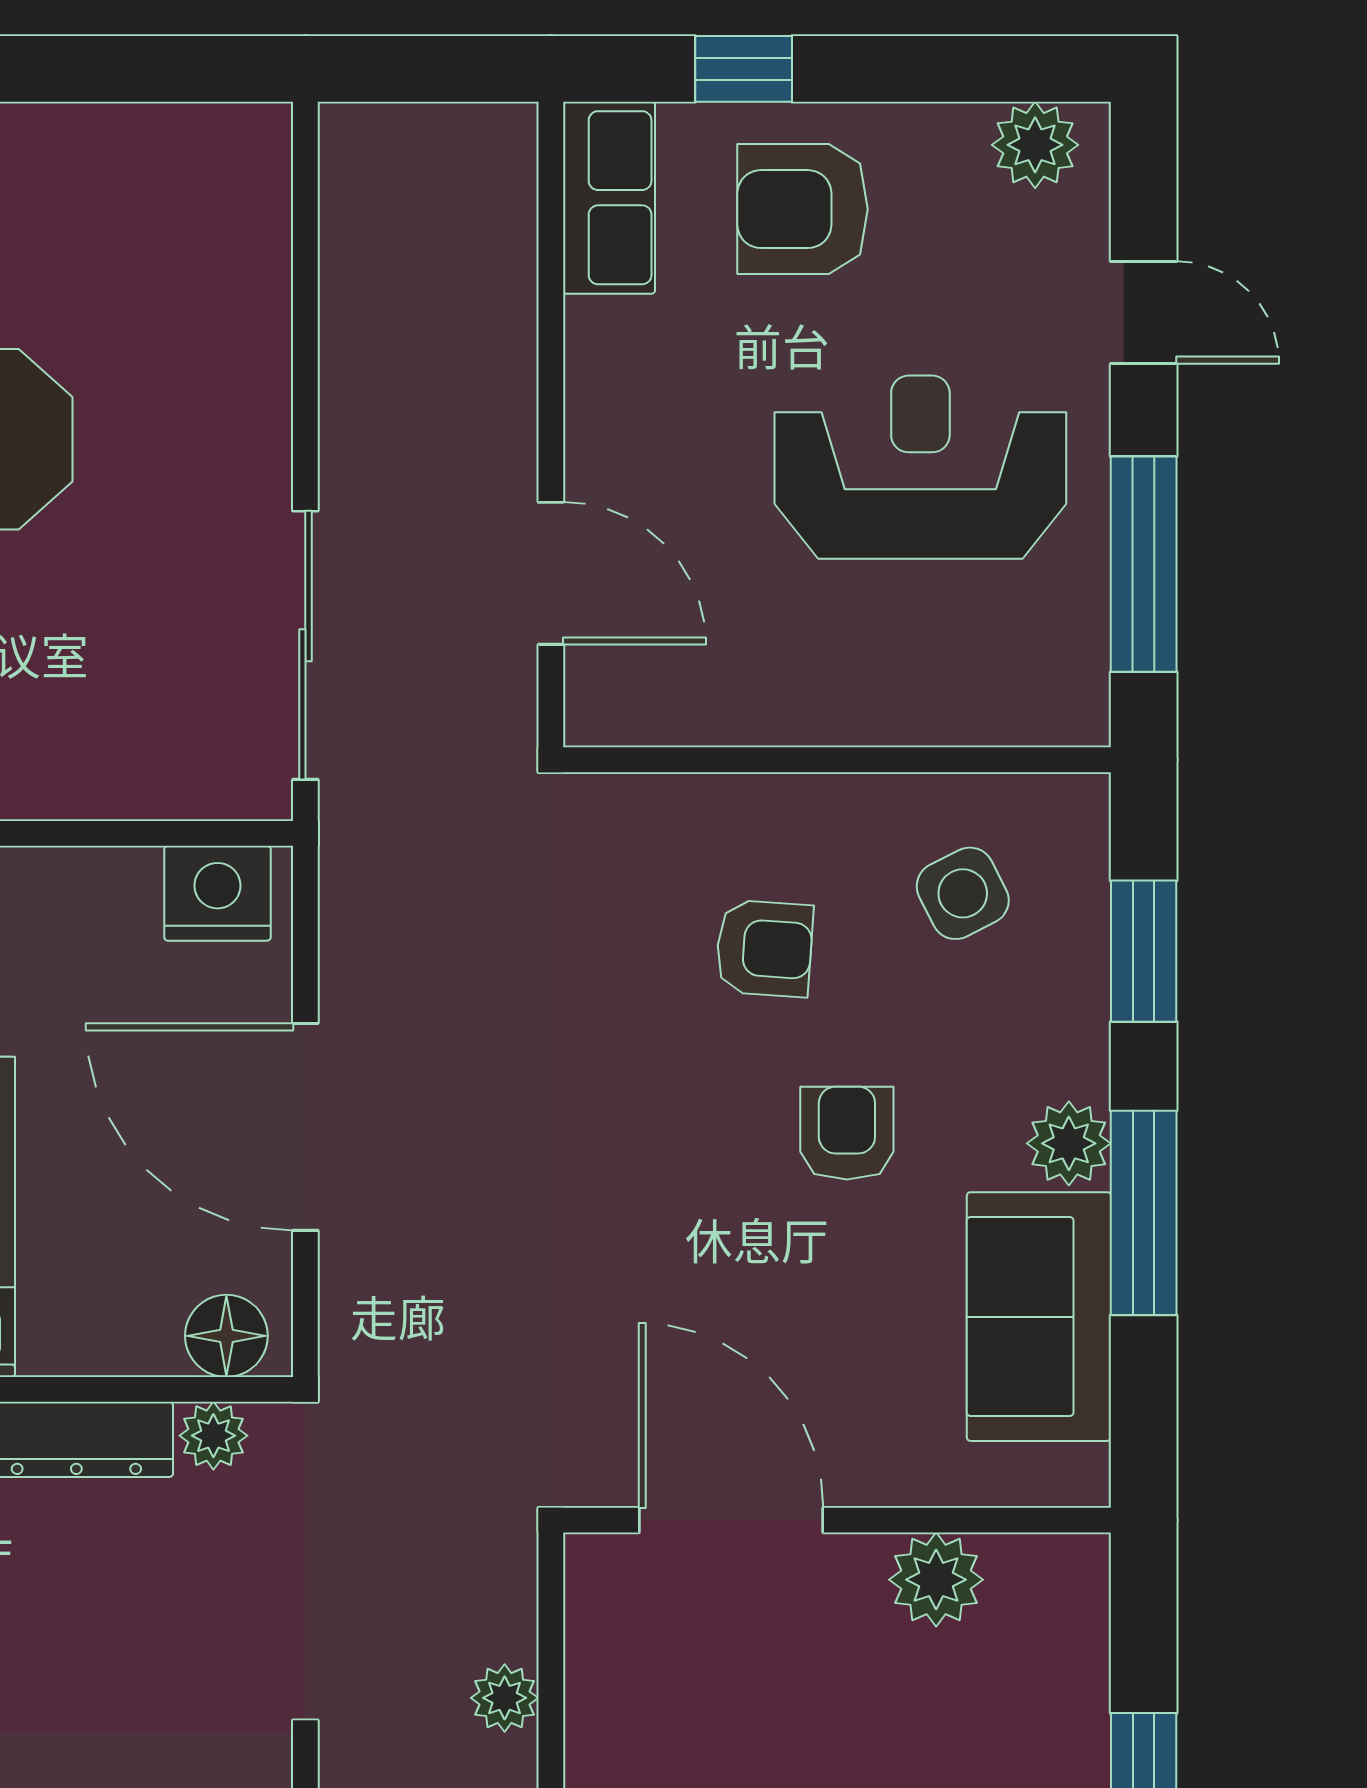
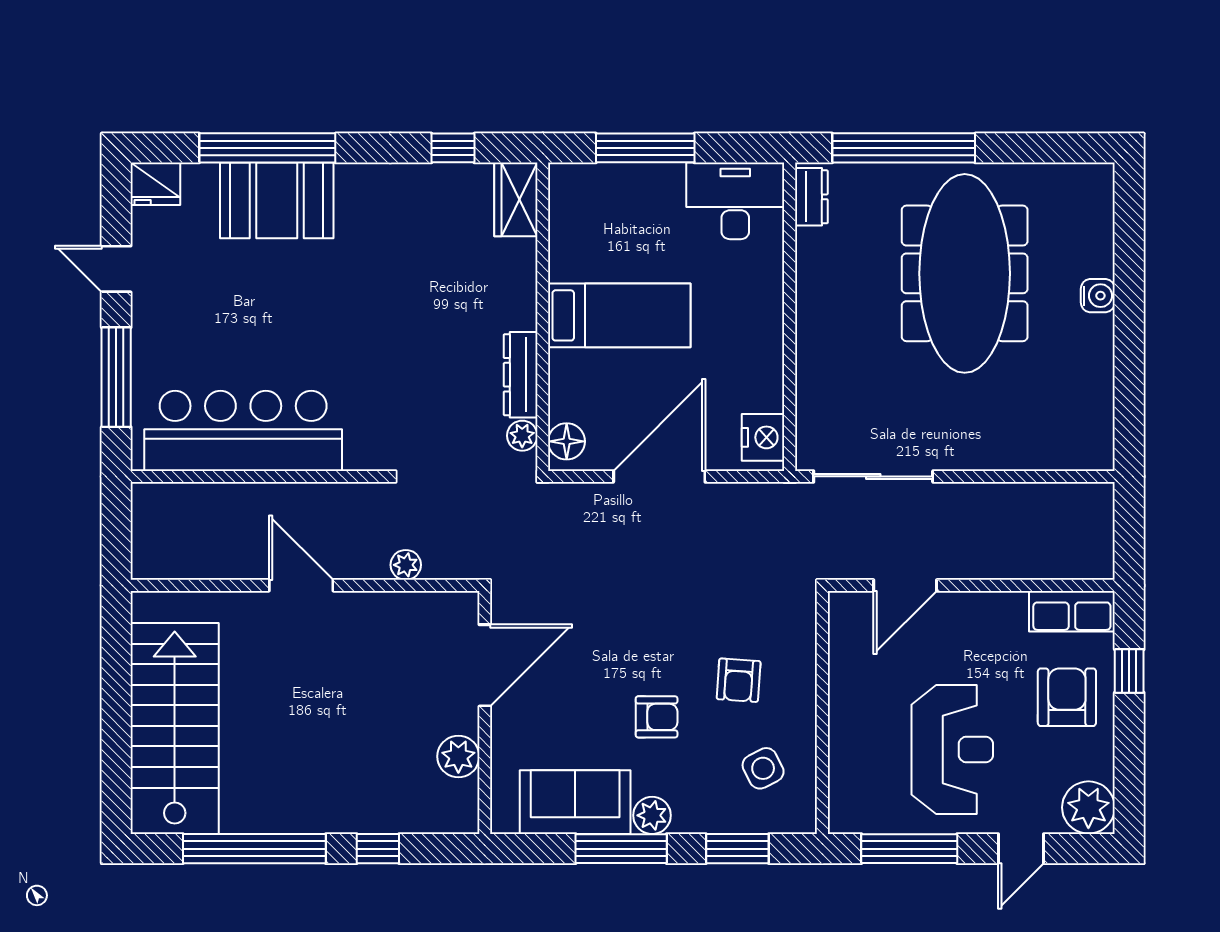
plant: (1035, 145) -> (1088, 807), width x1.36, depth x1.36

